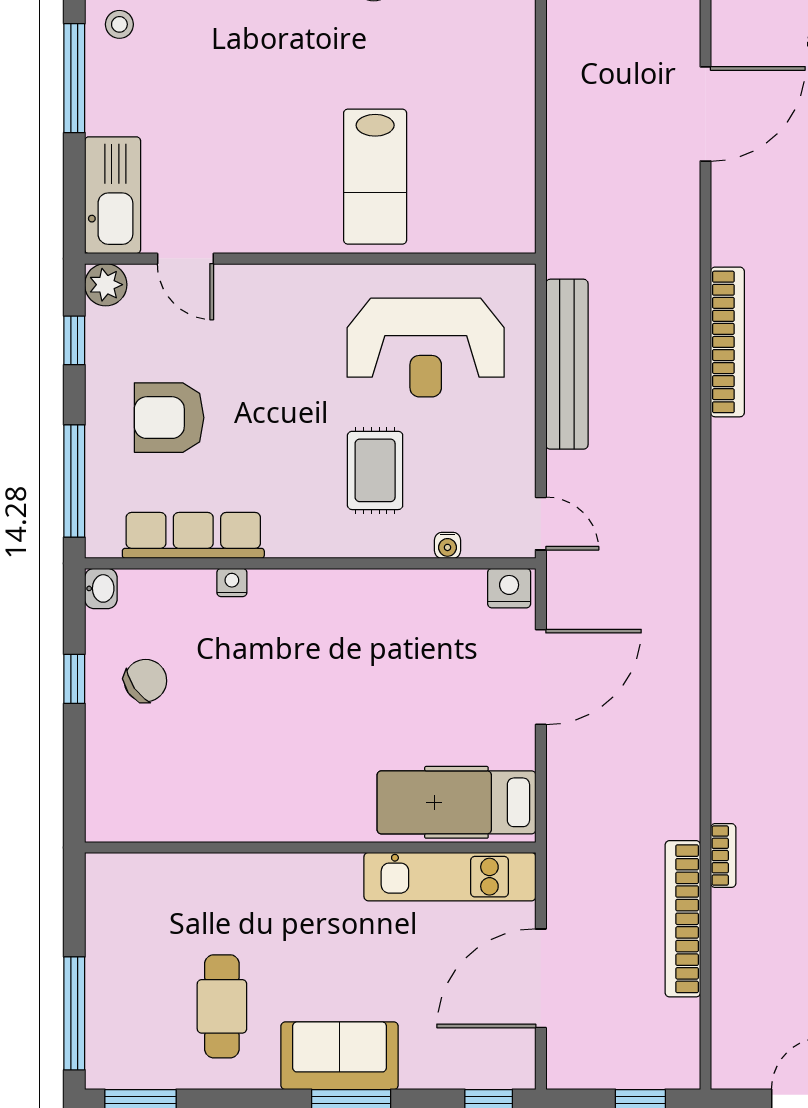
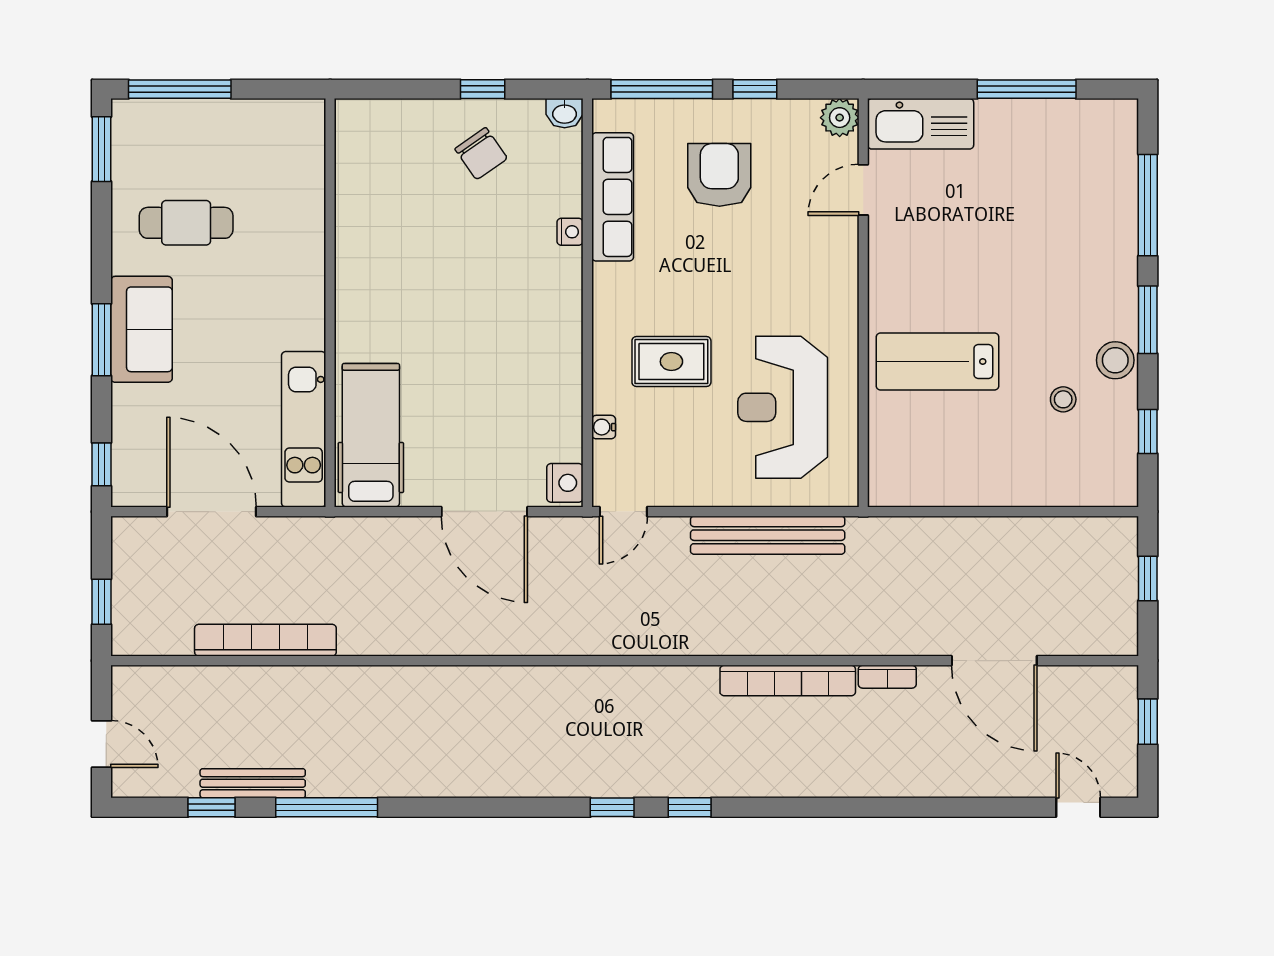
stool: (119, 24) -> (1063, 399), moved
window: (74, 340) -> (755, 89), moved
bookcase: (723, 856) -> (887, 677), moved

